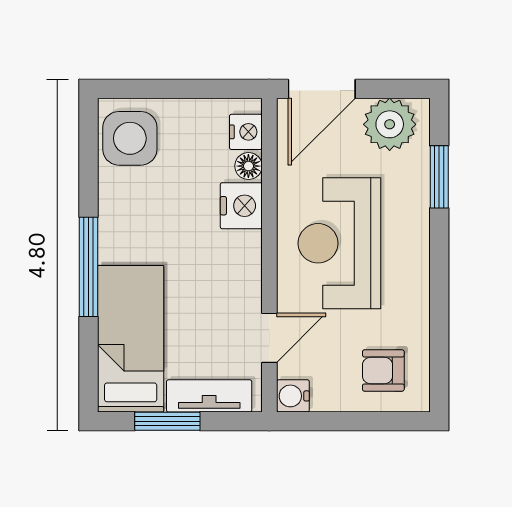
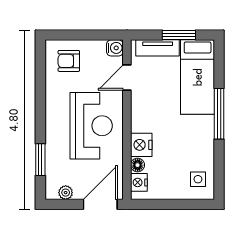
plant: (390, 124) -> (66, 193), width x0.53, depth x0.53
side table: (130, 138) -> (198, 179), width x0.54, depth x0.54
armchair: (383, 370) -> (69, 61), turned 180

